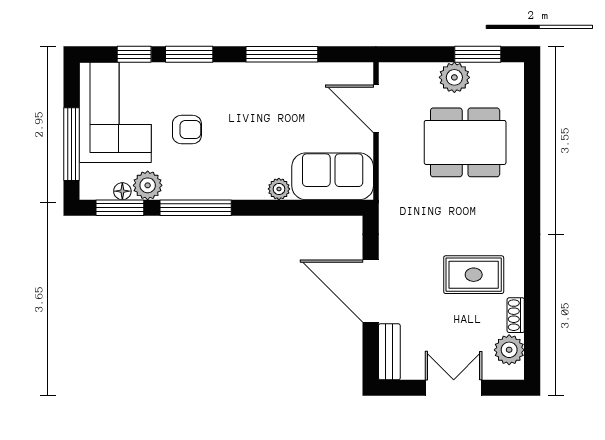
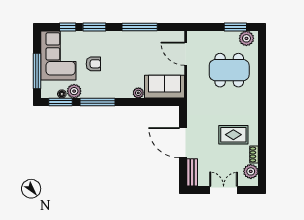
plant: (454, 77) -> (246, 38), moved

